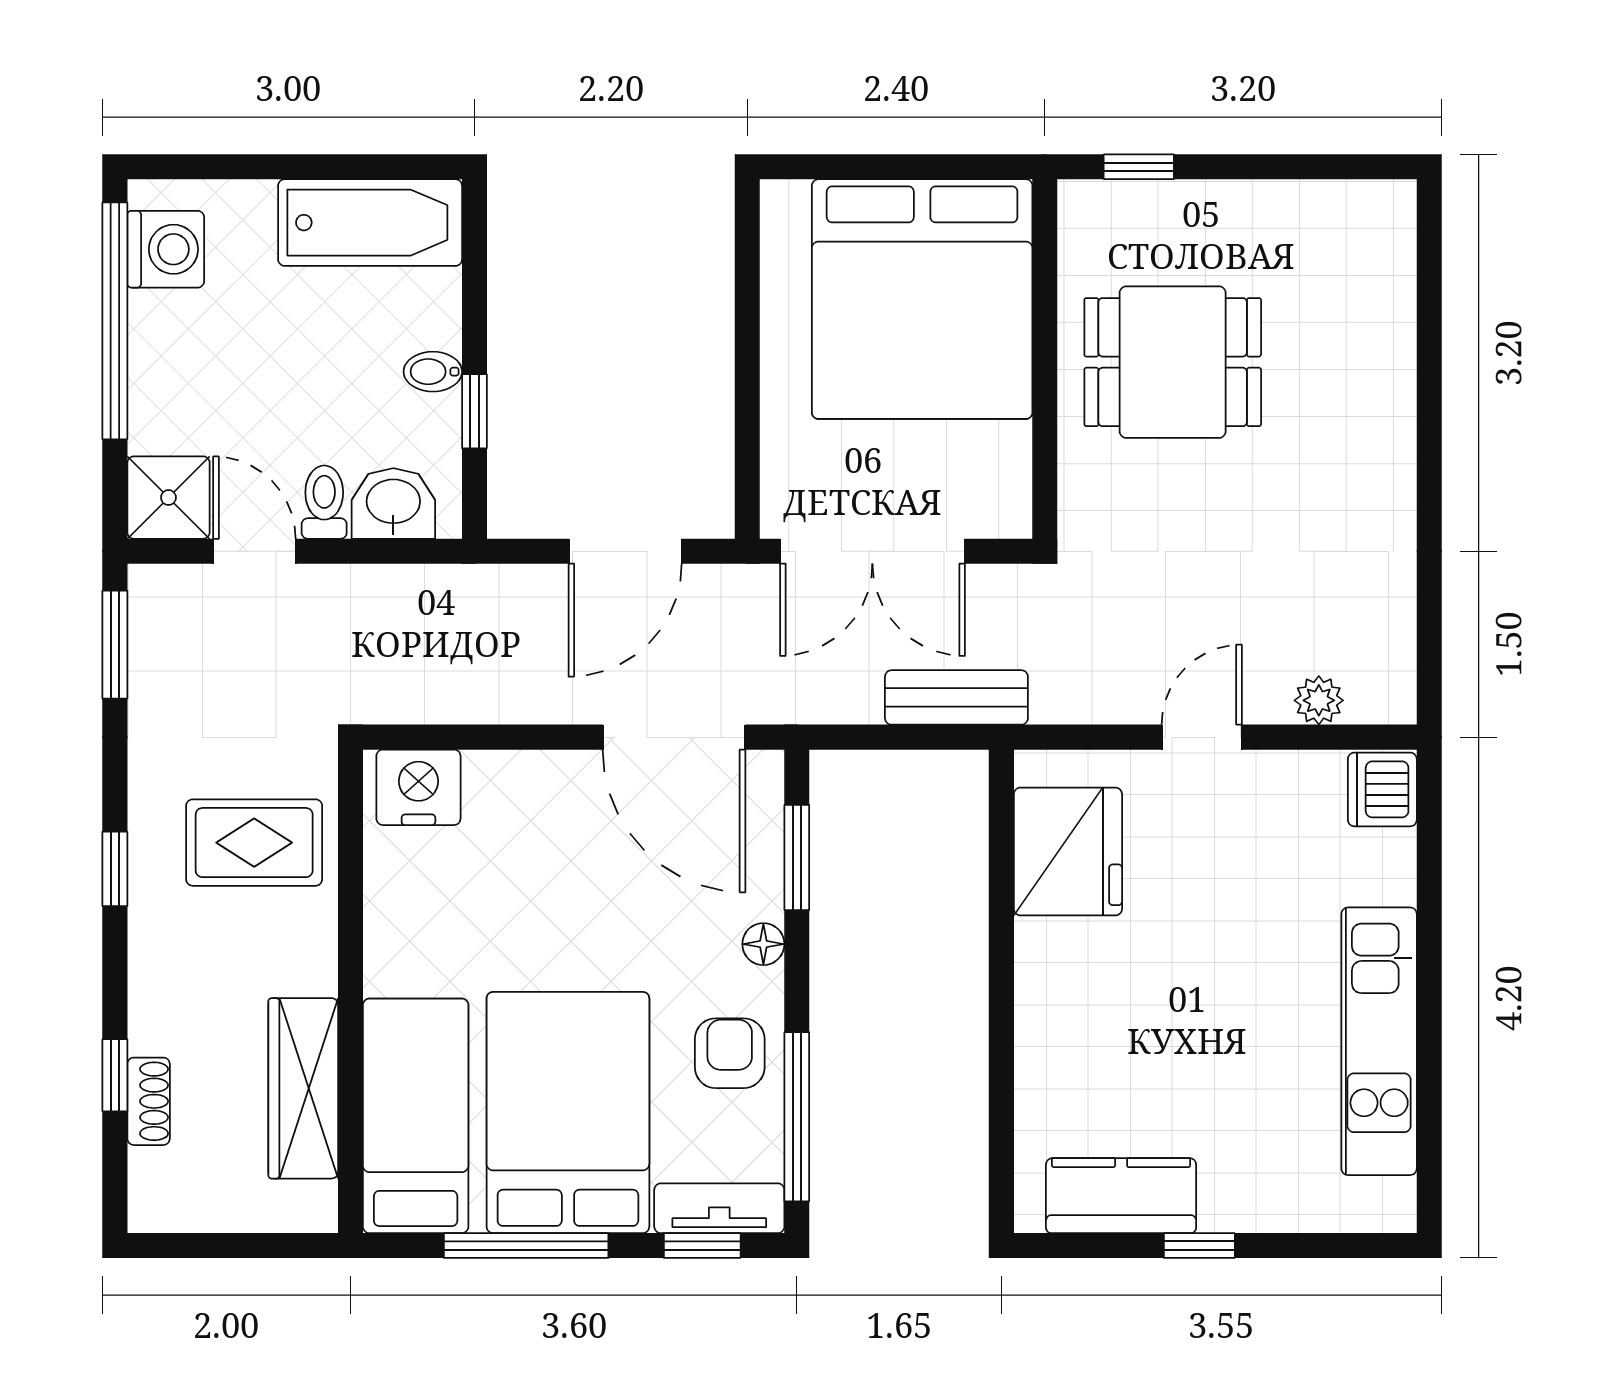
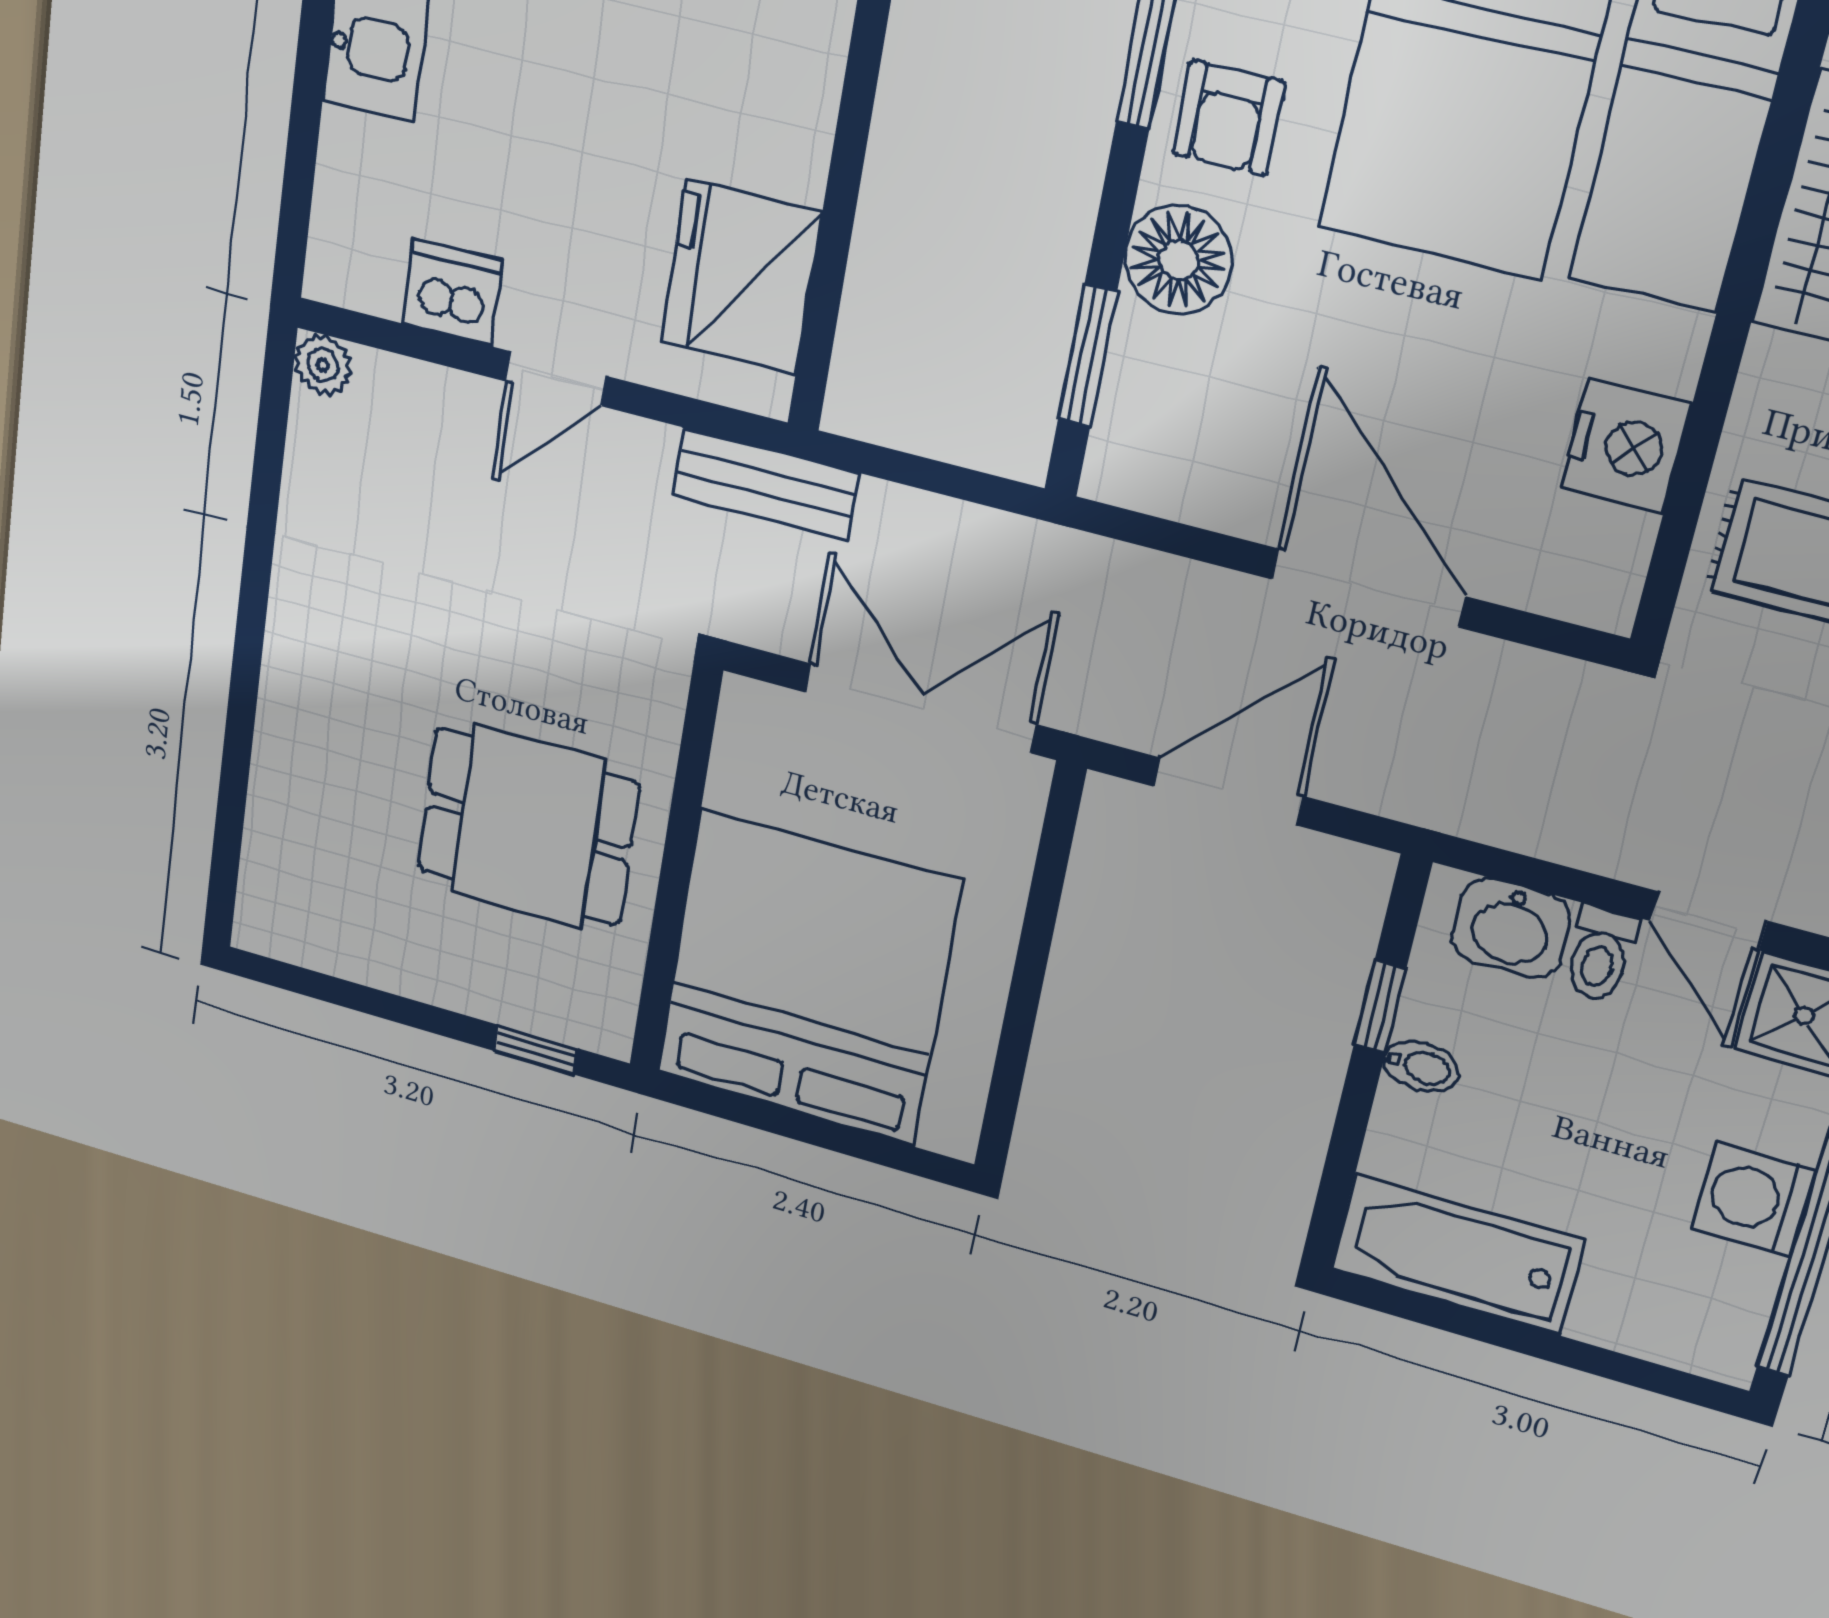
washing machine: (166, 249) -> (1754, 1199), moved
bench: (956, 697) -> (766, 484), moved
plant: (1319, 700) -> (323, 365), moved
door: (674, 737) -> (1368, 588), moved
nightstand: (418, 787) -> (1626, 446), moved, turned -90
dishwasher: (1382, 789) -> (453, 292), moved, turned -90
floor lamp: (763, 944) -> (1178, 260), width x1.89, depth x1.89

